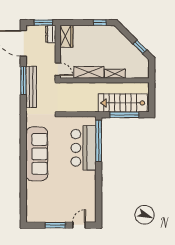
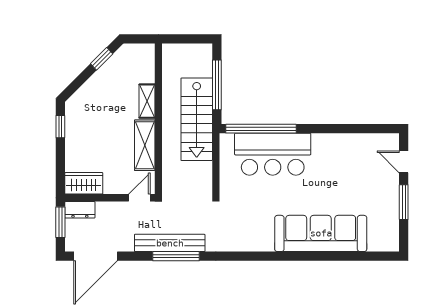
window: (23, 81) -> (176, 256), moved
stairs: (123, 103) -> (197, 119), moved
sofa: (37, 154) -> (321, 233), moved

